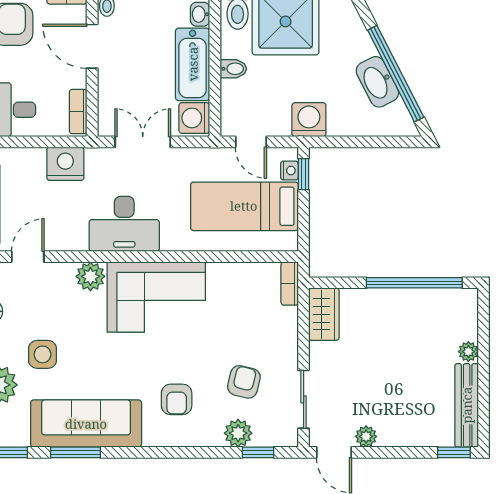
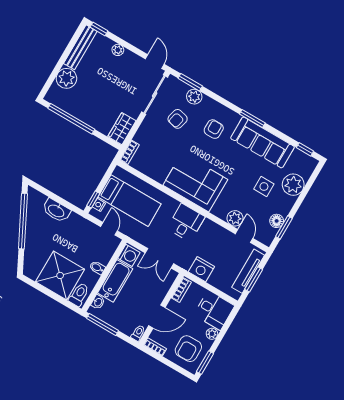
door: (92, 46) -> (157, 317), hinge flipped
washbasin: (377, 82) -> (56, 211), moved, turned 117
washing machine: (309, 120) -> (76, 223), removed
desk: (124, 224) -> (186, 222), width x0.73
door: (28, 257) -> (244, 236), swing flipped
plant: (90, 276) -> (235, 218), moved
plant: (468, 352) -> (66, 78), width x1.88, depth x1.88
sliding door: (304, 399) -> (155, 95), width x1.37
plant: (366, 436) -> (118, 50), moved
window: (75, 452) -> (252, 119), moved
window: (258, 452) -> (190, 82), width x1.50

